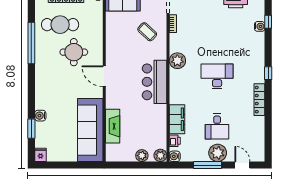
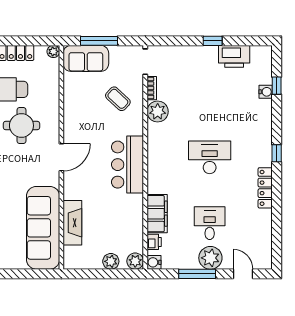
plant: (177, 61) -> (158, 112), moved
door: (104, 76) -> (61, 157), swing flipped
desk: (217, 126) -> (210, 223), turned 180

